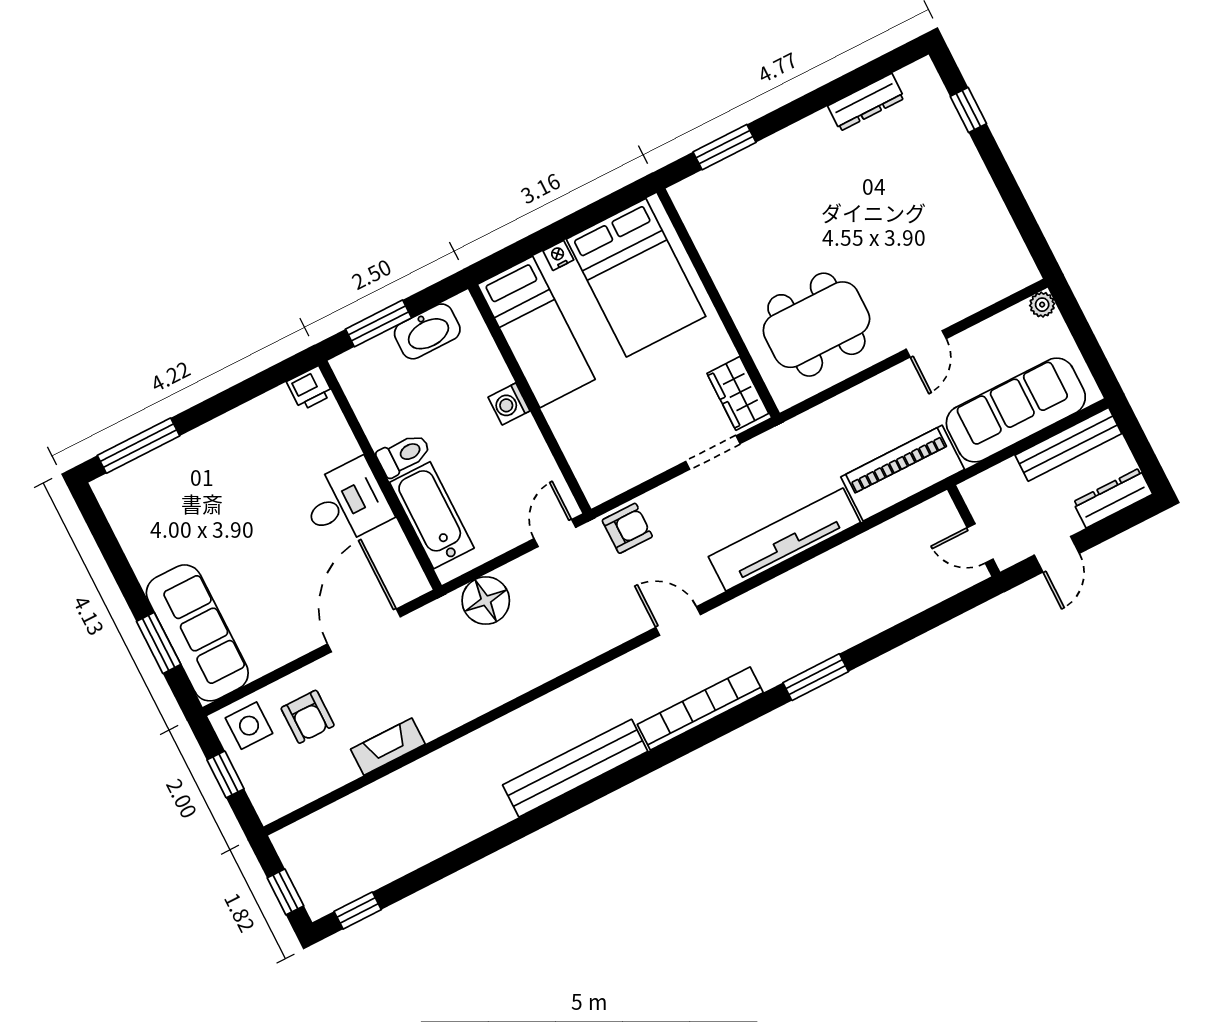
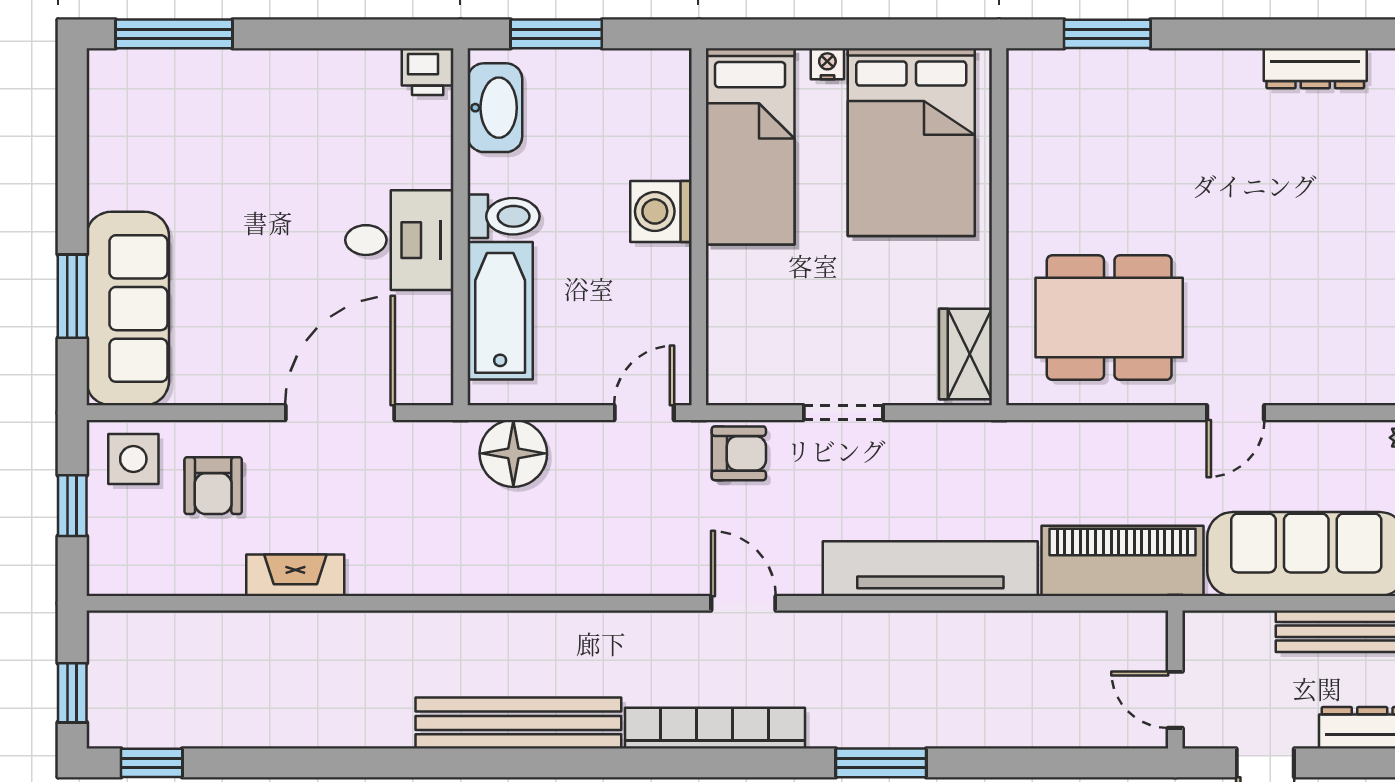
washbasin: (427, 331) -> (495, 108), moved, turned -90
washing machine: (509, 404) -> (661, 211), width x1.38, depth x1.38
doorway: (713, 453) -> (843, 413), moved

